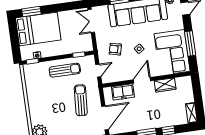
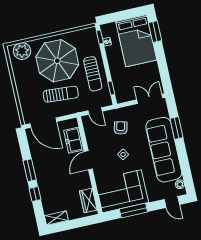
door: (142, 80) -> (88, 160), swing flipped
wardrobe: (165, 85) -> (88, 200), moved
parasol: (51, 101) -> (57, 61), added

